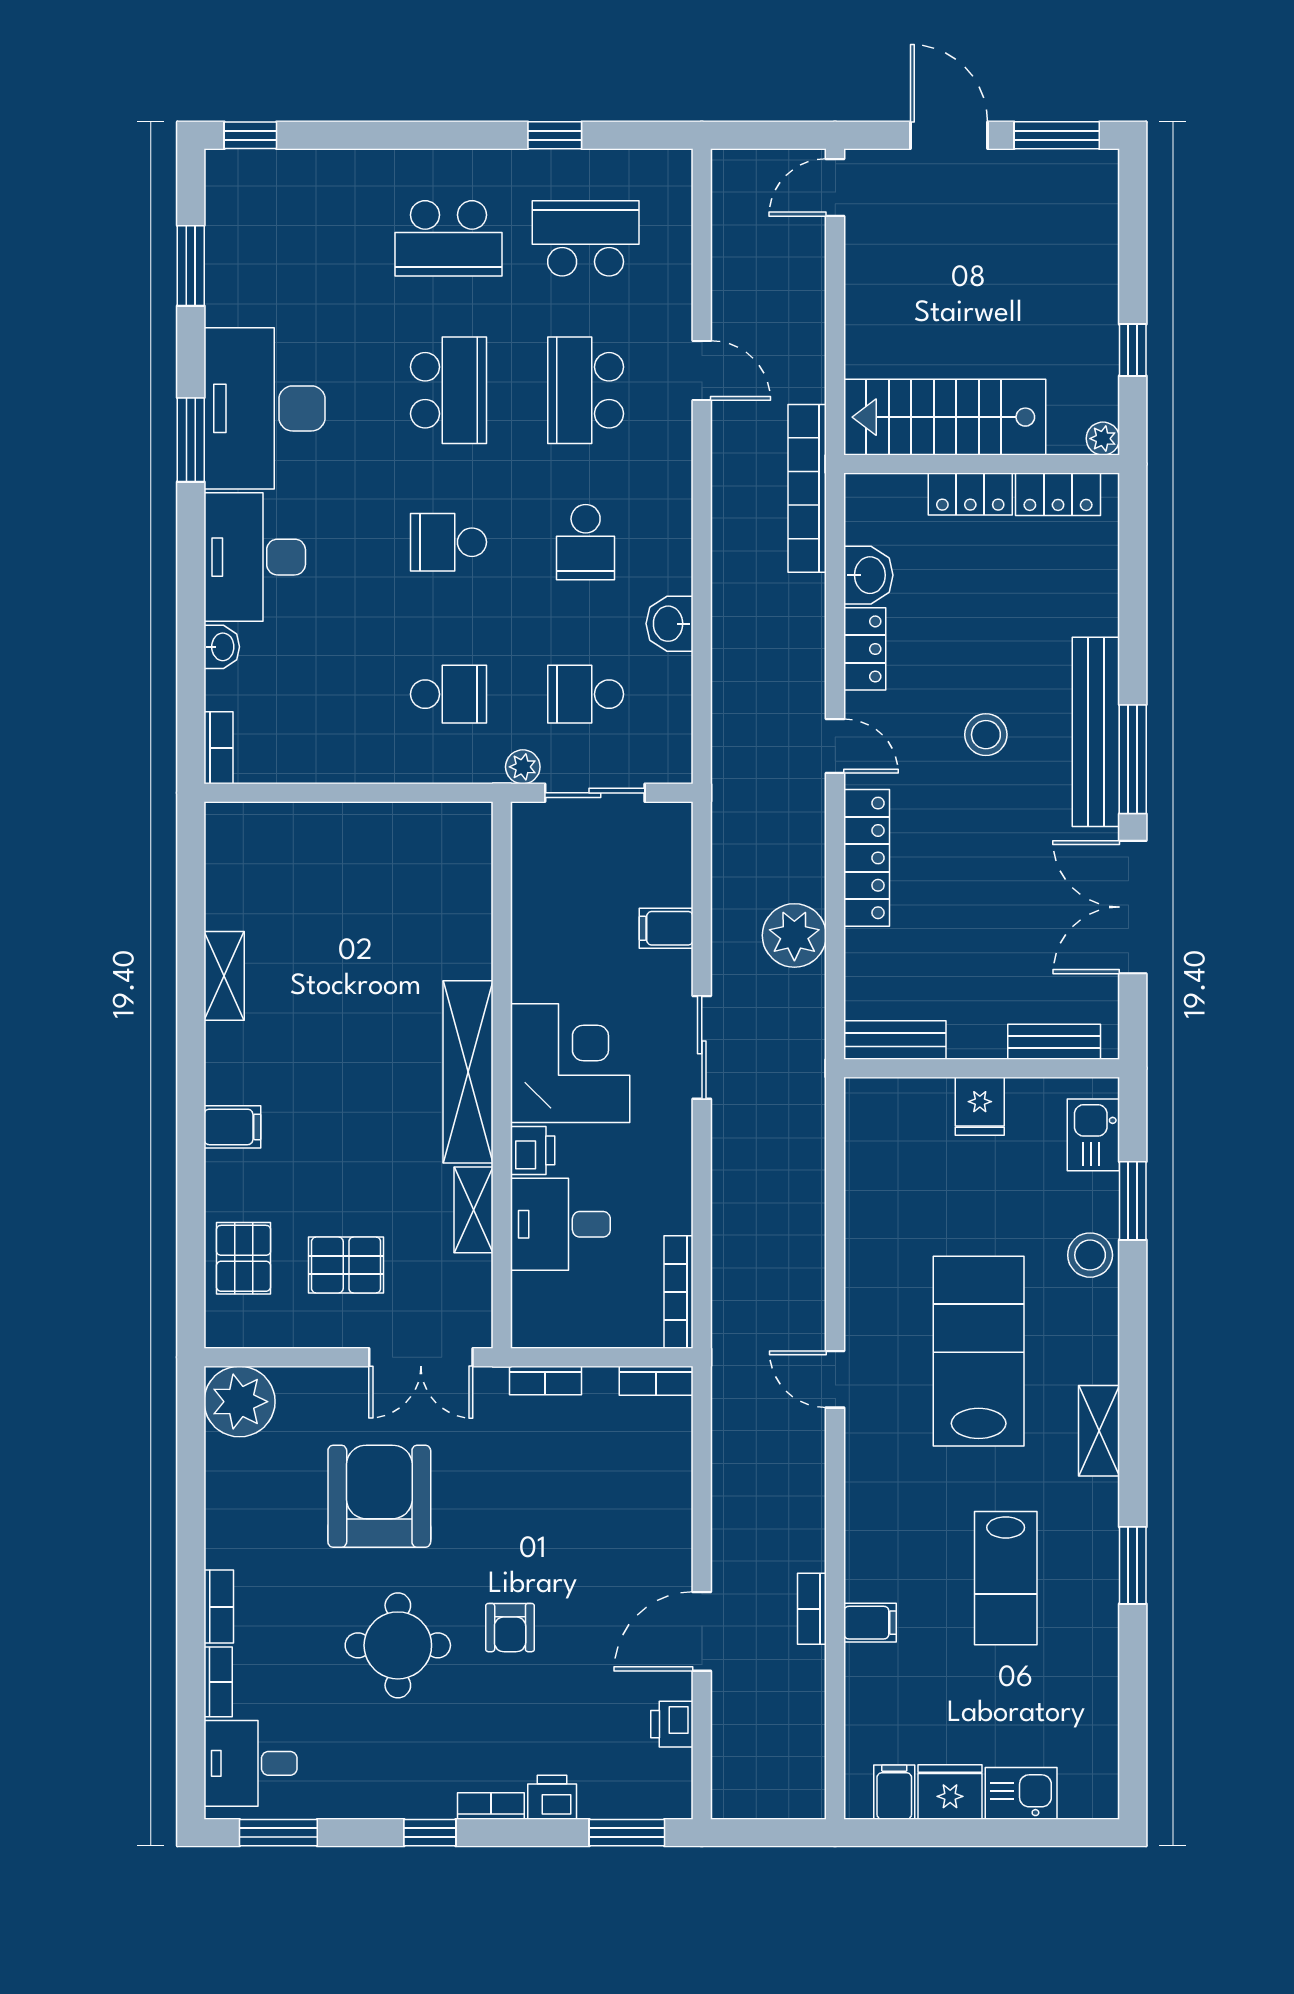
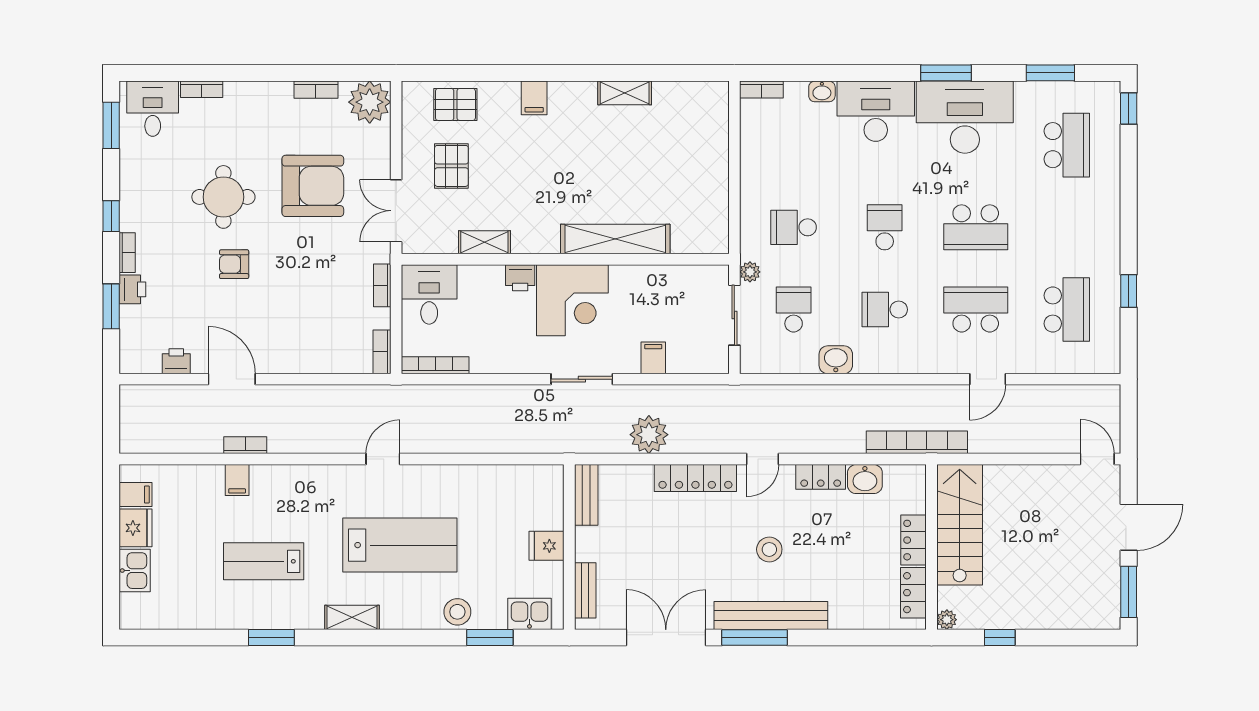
school desk: (448, 238) -> (1067, 145), moved, turned 180
school desk: (448, 694) -> (794, 227), turned 90
shelving: (468, 1072) -> (615, 239), moved
desk: (560, 1224) -> (429, 294), moved
bookcase: (219, 1607) -> (316, 90), moved
window: (627, 1833) -> (111, 306), moved

